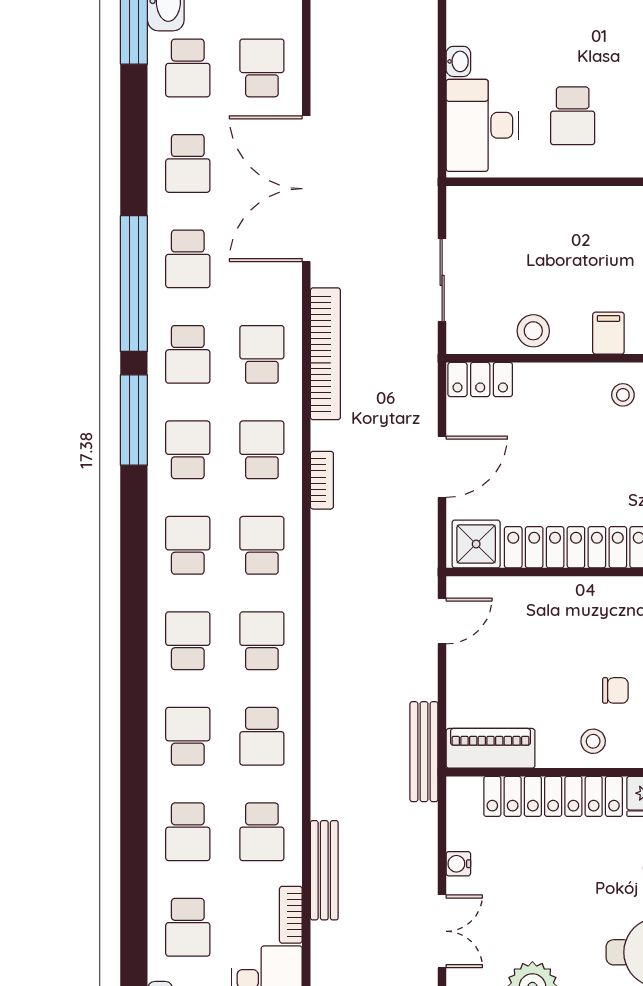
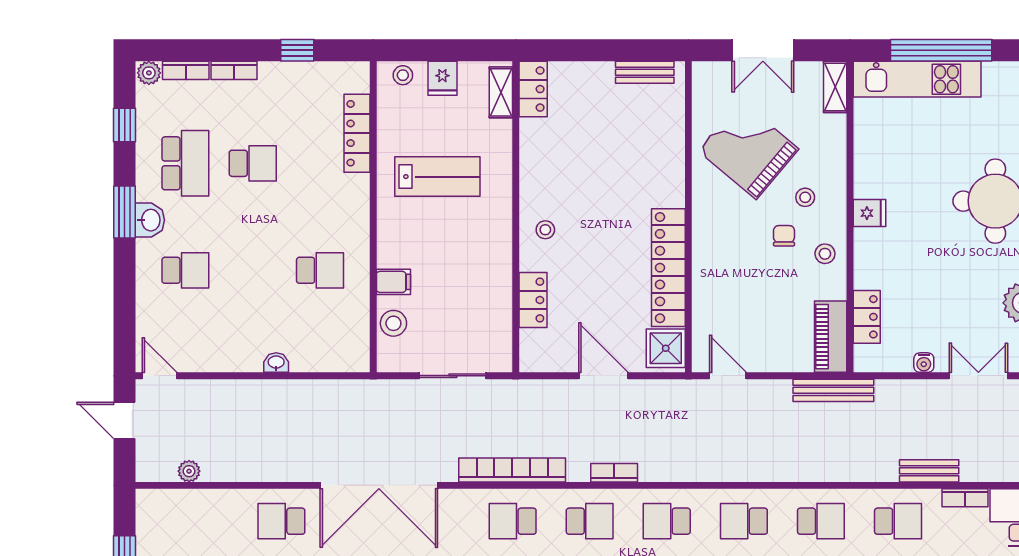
desk: (482, 125) -> (328, 343), removed
stool: (533, 331) -> (393, 323), moved
filing cabinet: (608, 333) -> (393, 282), moved, turned 180
locker: (480, 380) -> (533, 300), moved
school desk: (262, 450) -> (590, 521), turned 180
locker: (553, 796) -> (867, 317), width x0.46, depth x0.83
bench: (324, 870) -> (929, 471), width x0.73

